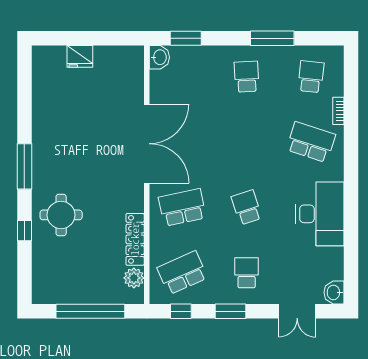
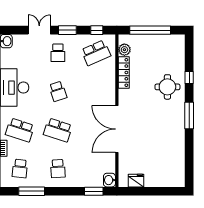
window: (272, 38) -> (32, 191), moved
fridge: (80, 56) -> (136, 181), moved
school desk: (182, 207) -> (58, 130), moved, turned 30
double door: (297, 311) -> (39, 30), moved

